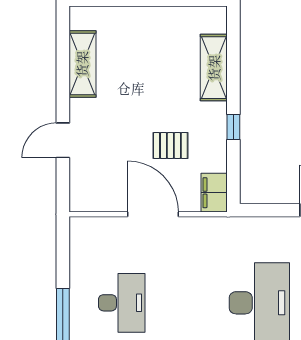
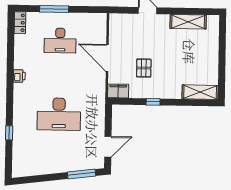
shelving: (214, 68) -> (200, 92), moved
door: (153, 214) -> (107, 58), swing flipped

